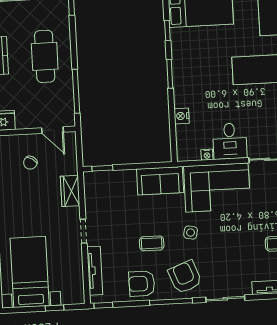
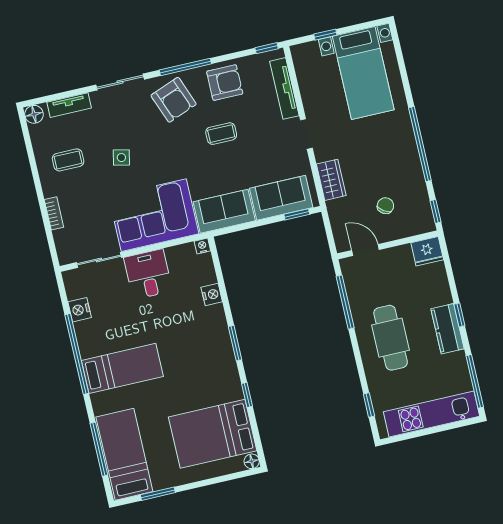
nightstand: (207, 155) -> (202, 246), moved
sofa: (113, 184) -> (281, 198), added
side table: (191, 233) -> (121, 158), moved

